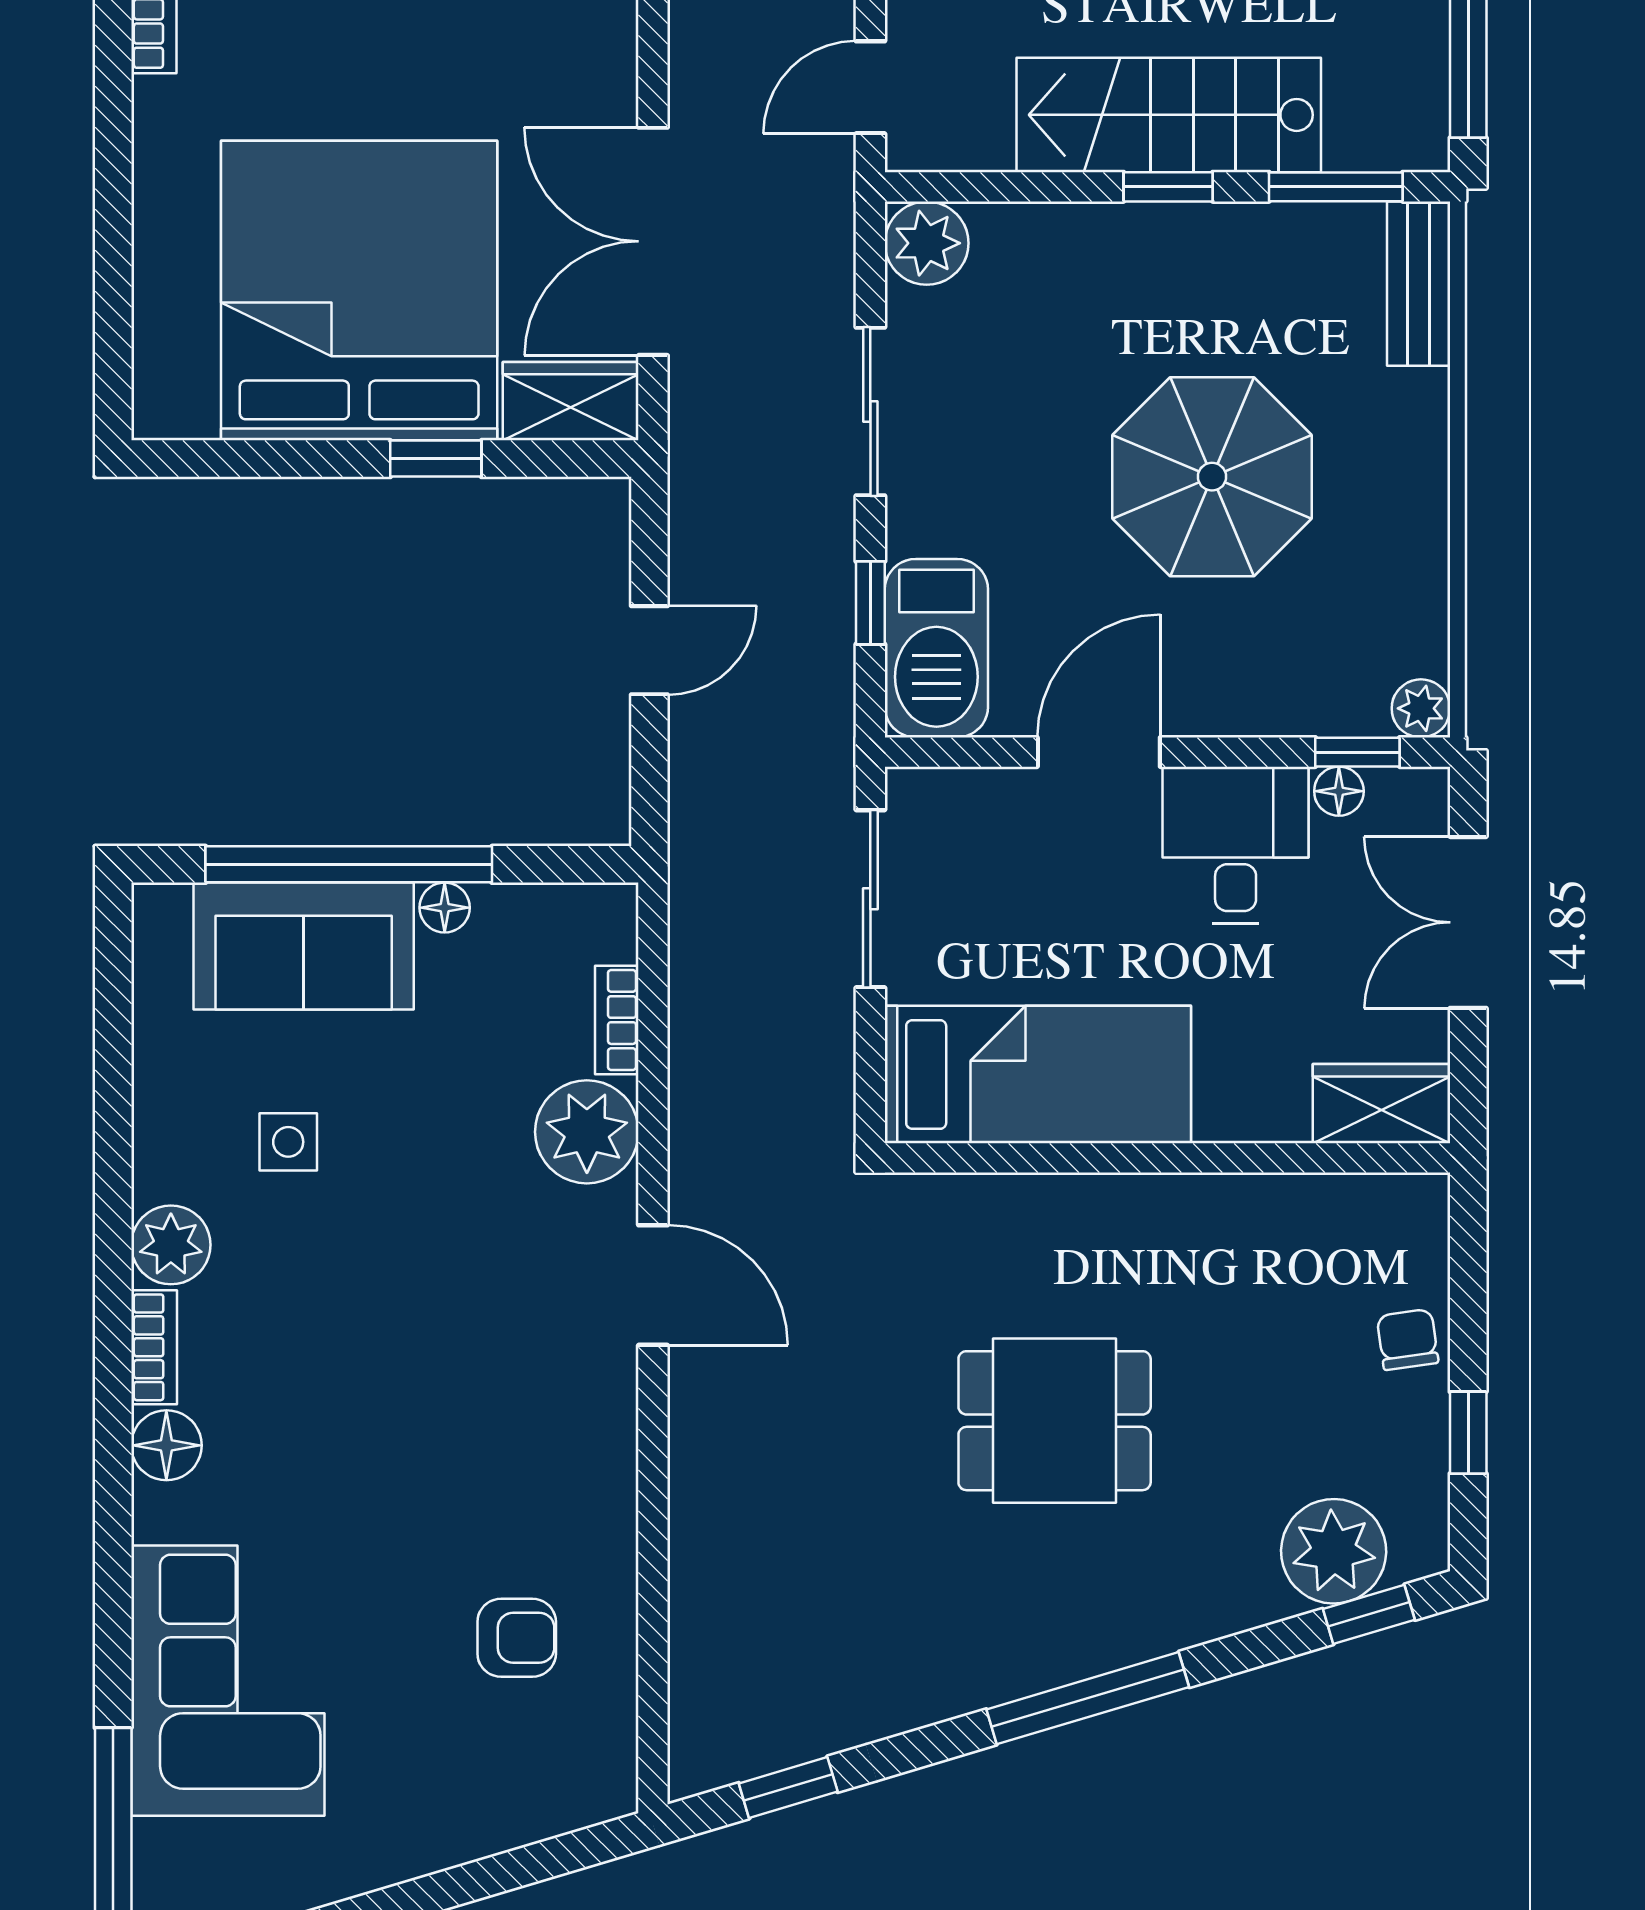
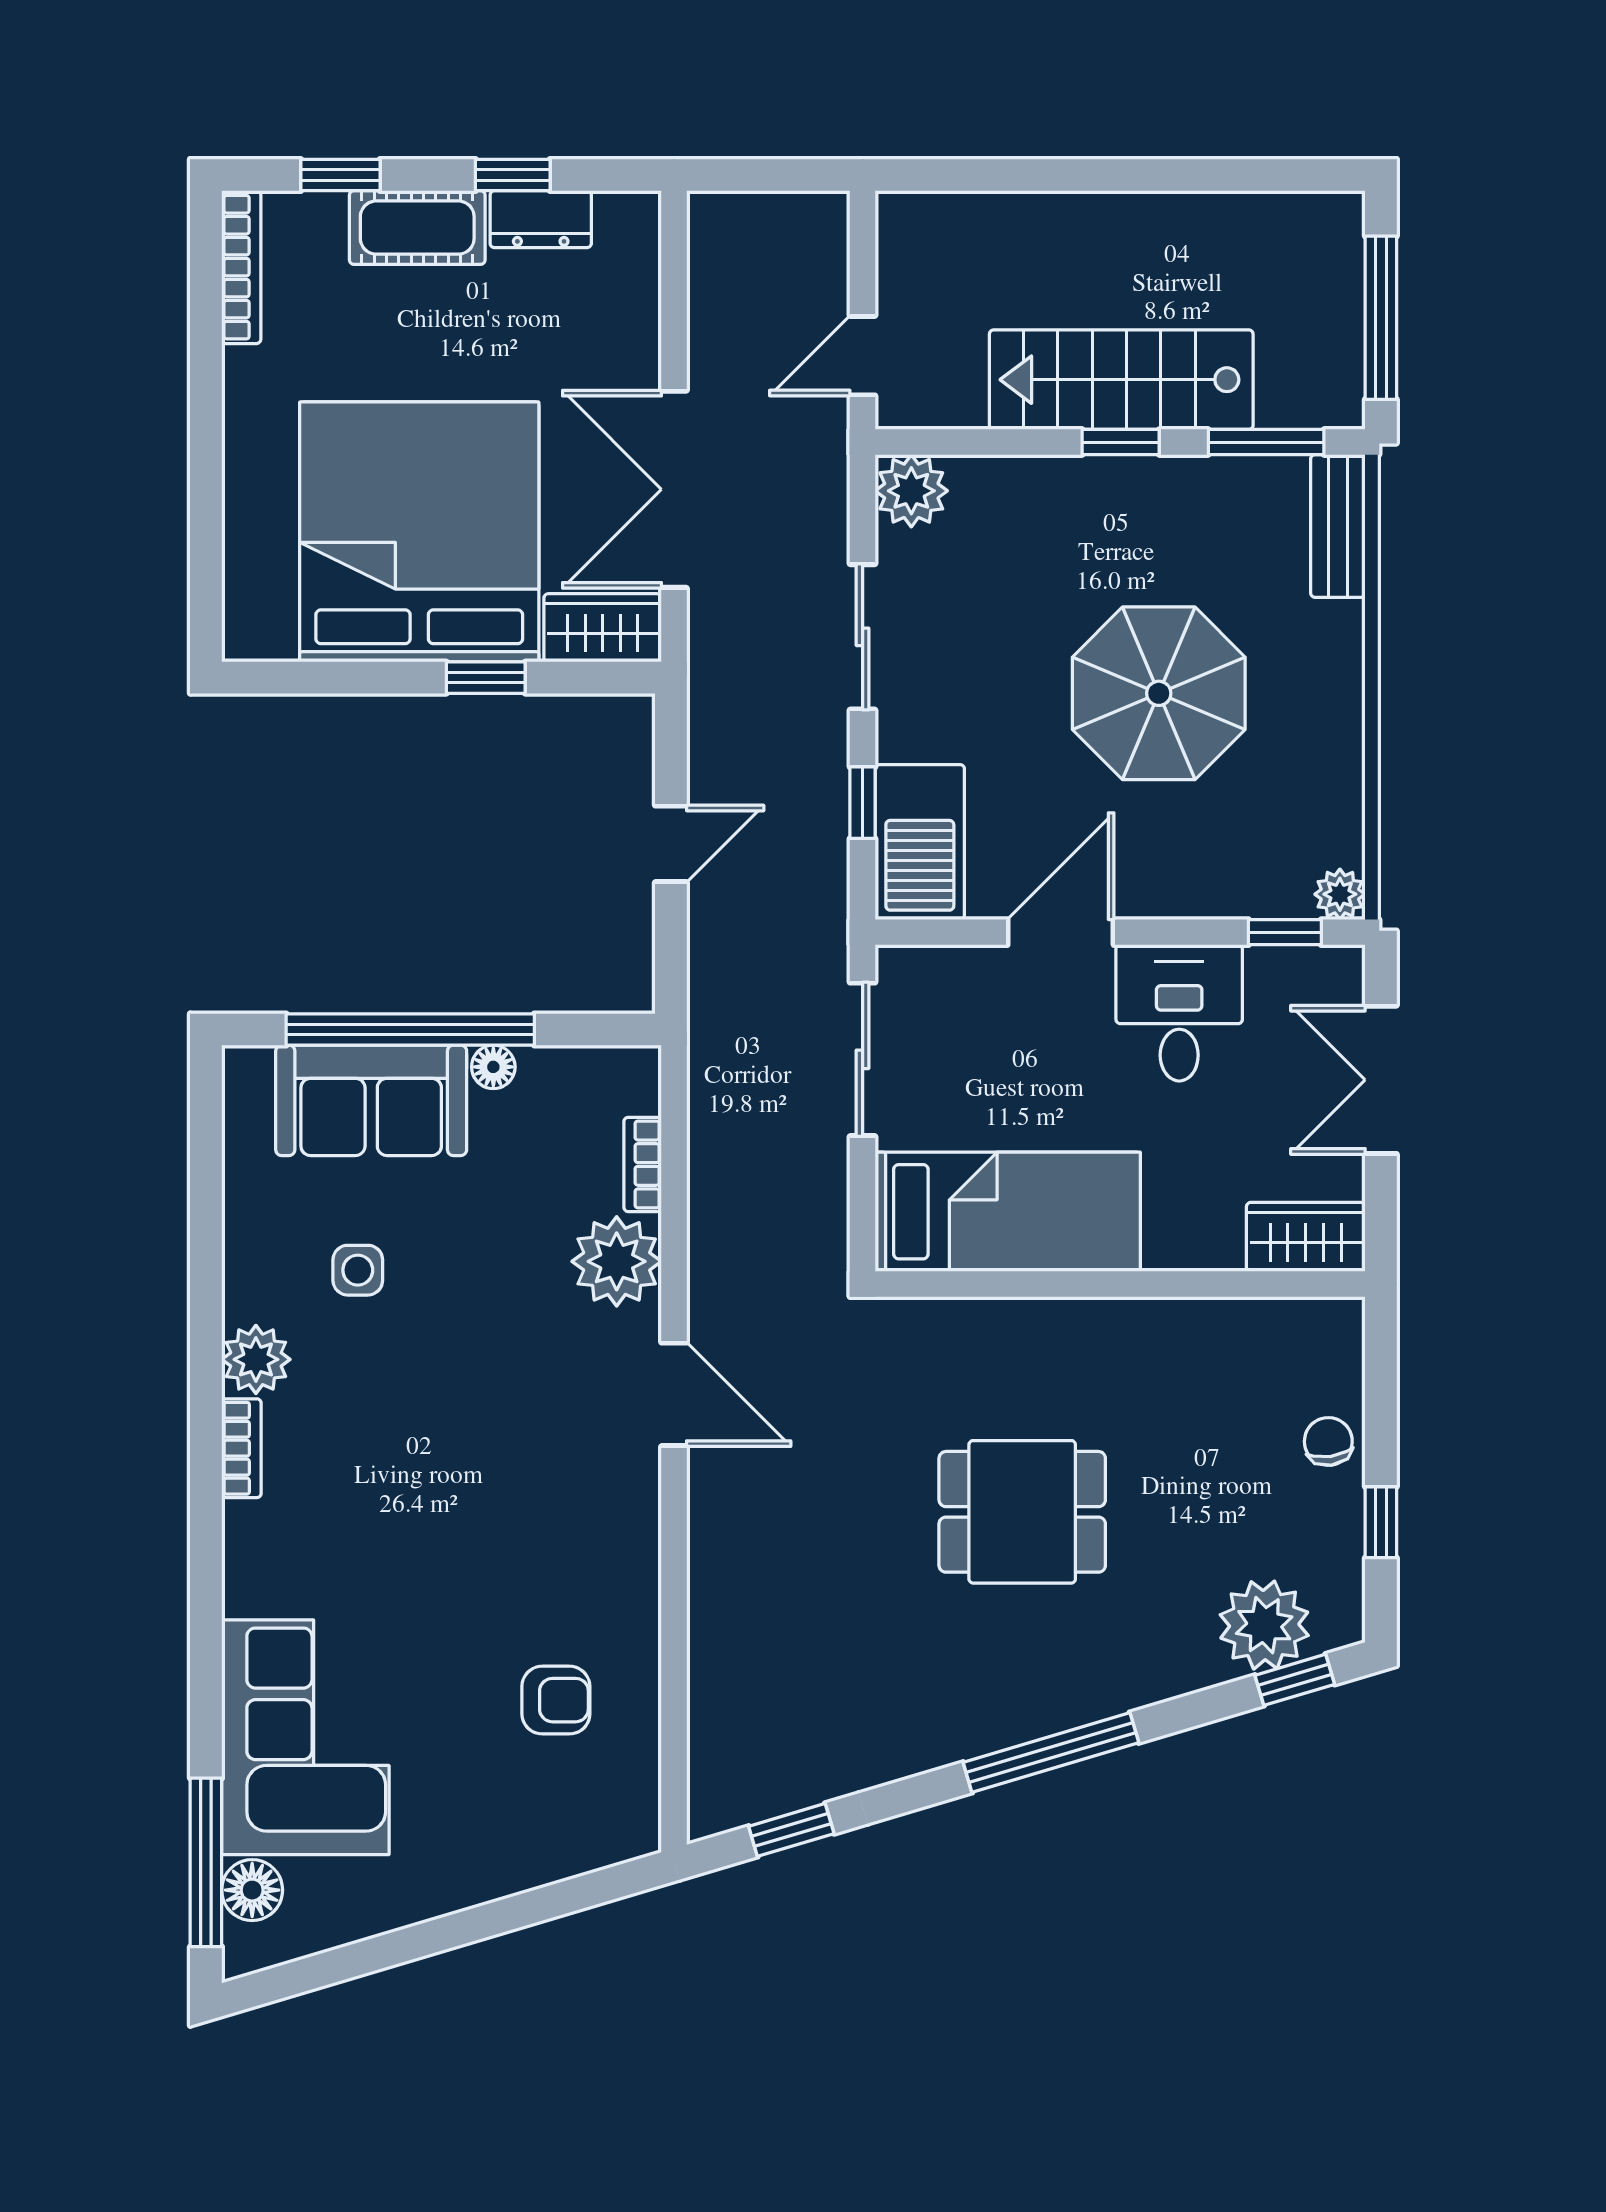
floor lamp: (1339, 791) -> (1269, 966), removed
floor lamp: (166, 1445) -> (252, 1890), moved

